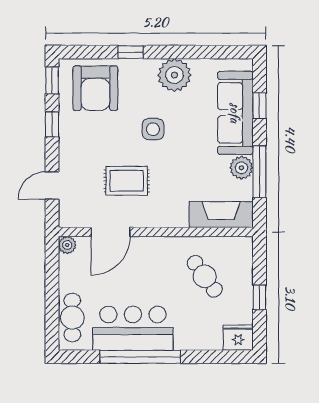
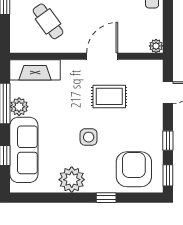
door: (111, 232) -> (102, 56), moved

